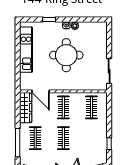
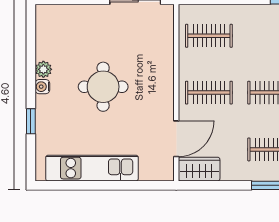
round table: (66, 55) -> (103, 87), width x0.73, depth x0.73
wardrobe: (26, 108) -> (199, 169), width x0.67

